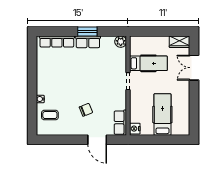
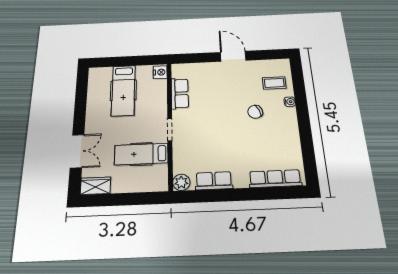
window: (87, 31) -> (231, 195), removed
row of seats: (88, 42) -> (214, 181), moved
chair: (86, 110) -> (255, 112), moved
row of seats: (120, 123) -> (180, 93), moved
door: (97, 140) -> (233, 56), moved

